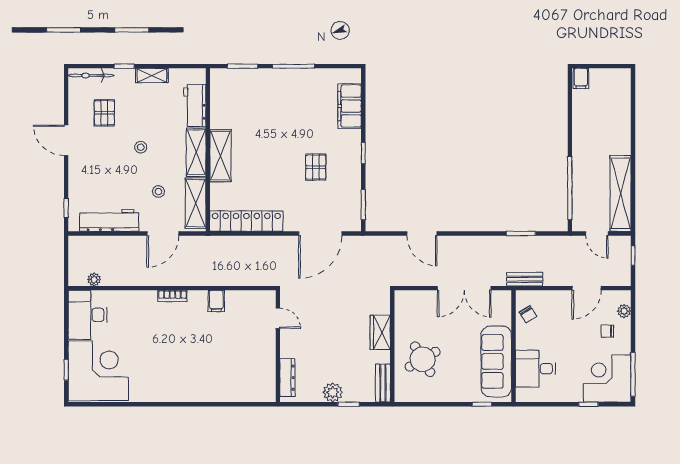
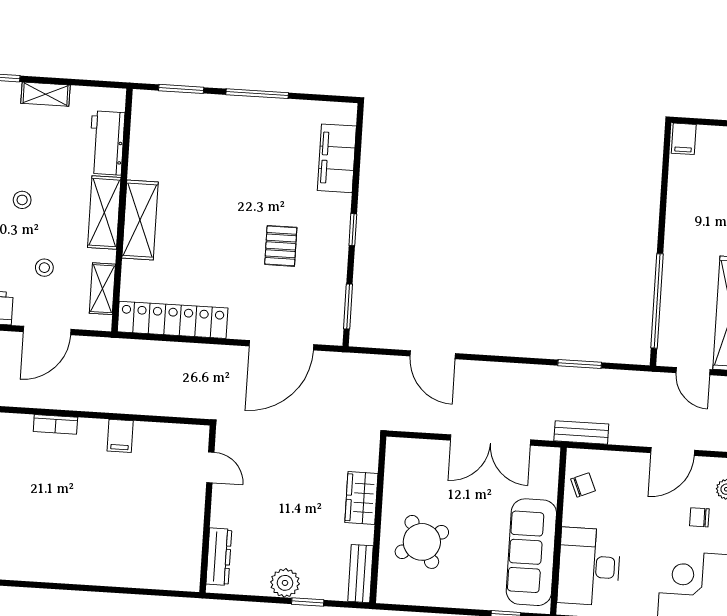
shelving: (196, 203) -> (102, 289), width x0.67, depth x0.75
chair: (528, 314) -> (583, 485), turned -81
desk: (536, 369) -> (589, 567), width x1.37

